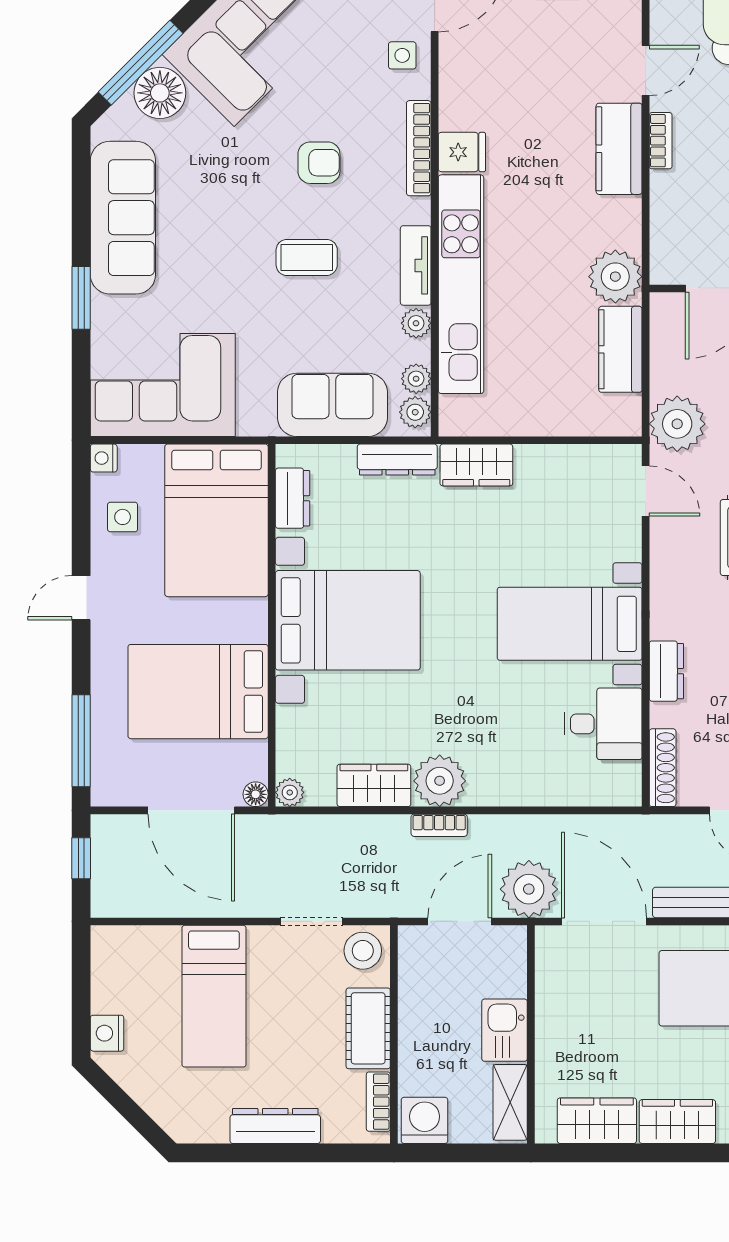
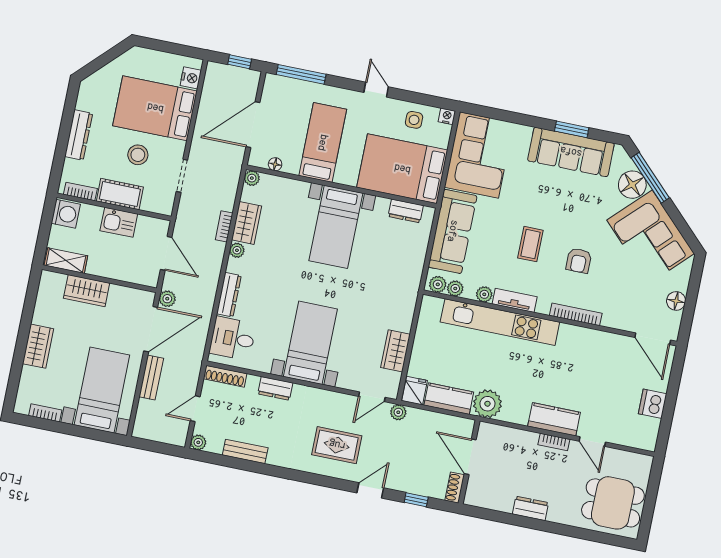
side table: (402, 55) -> (626, 316), removed
fridge: (462, 152) -> (415, 391), moved, turned 180
window: (81, 298) -> (572, 129), moved
sofa: (332, 405) -> (453, 231), width x1.36
plant: (677, 424) -> (398, 412), width x0.53, depth x0.53
dresser: (397, 460) -> (229, 295), moved, turned 180
wardrobe: (476, 465) -> (395, 351), moved
bed with nightstands: (348, 620) -> (336, 227), width x0.73
bed: (198, 692) -> (323, 143), width x0.67
desk: (603, 724) -> (233, 338), moved, turned 90
plant: (440, 781) -> (237, 250), width x0.53, depth x0.53
floor lamp: (256, 794) -> (275, 164), moved
bookcase: (439, 825) -> (224, 226), moved
plant: (529, 889) -> (167, 299), width x0.53, depth x0.53
stool: (363, 951) -> (138, 155), moved
bed: (214, 996) -> (155, 108), width x1.50
kitchen sink: (505, 1030) -> (119, 222), moved, turned 180
nightstand: (107, 1033) -> (191, 78), moved, turned 90
wardrobe: (597, 1121) -> (87, 291), moved, turned 90

